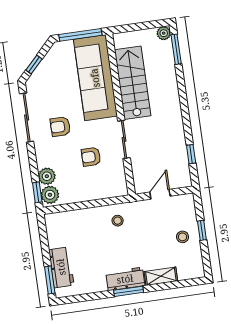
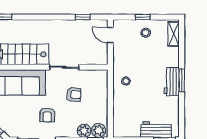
armchair: (91, 157) -> (74, 95), turned -86
door: (160, 194) -> (110, 35), moved
shelving: (161, 276) -> (174, 34), moved

